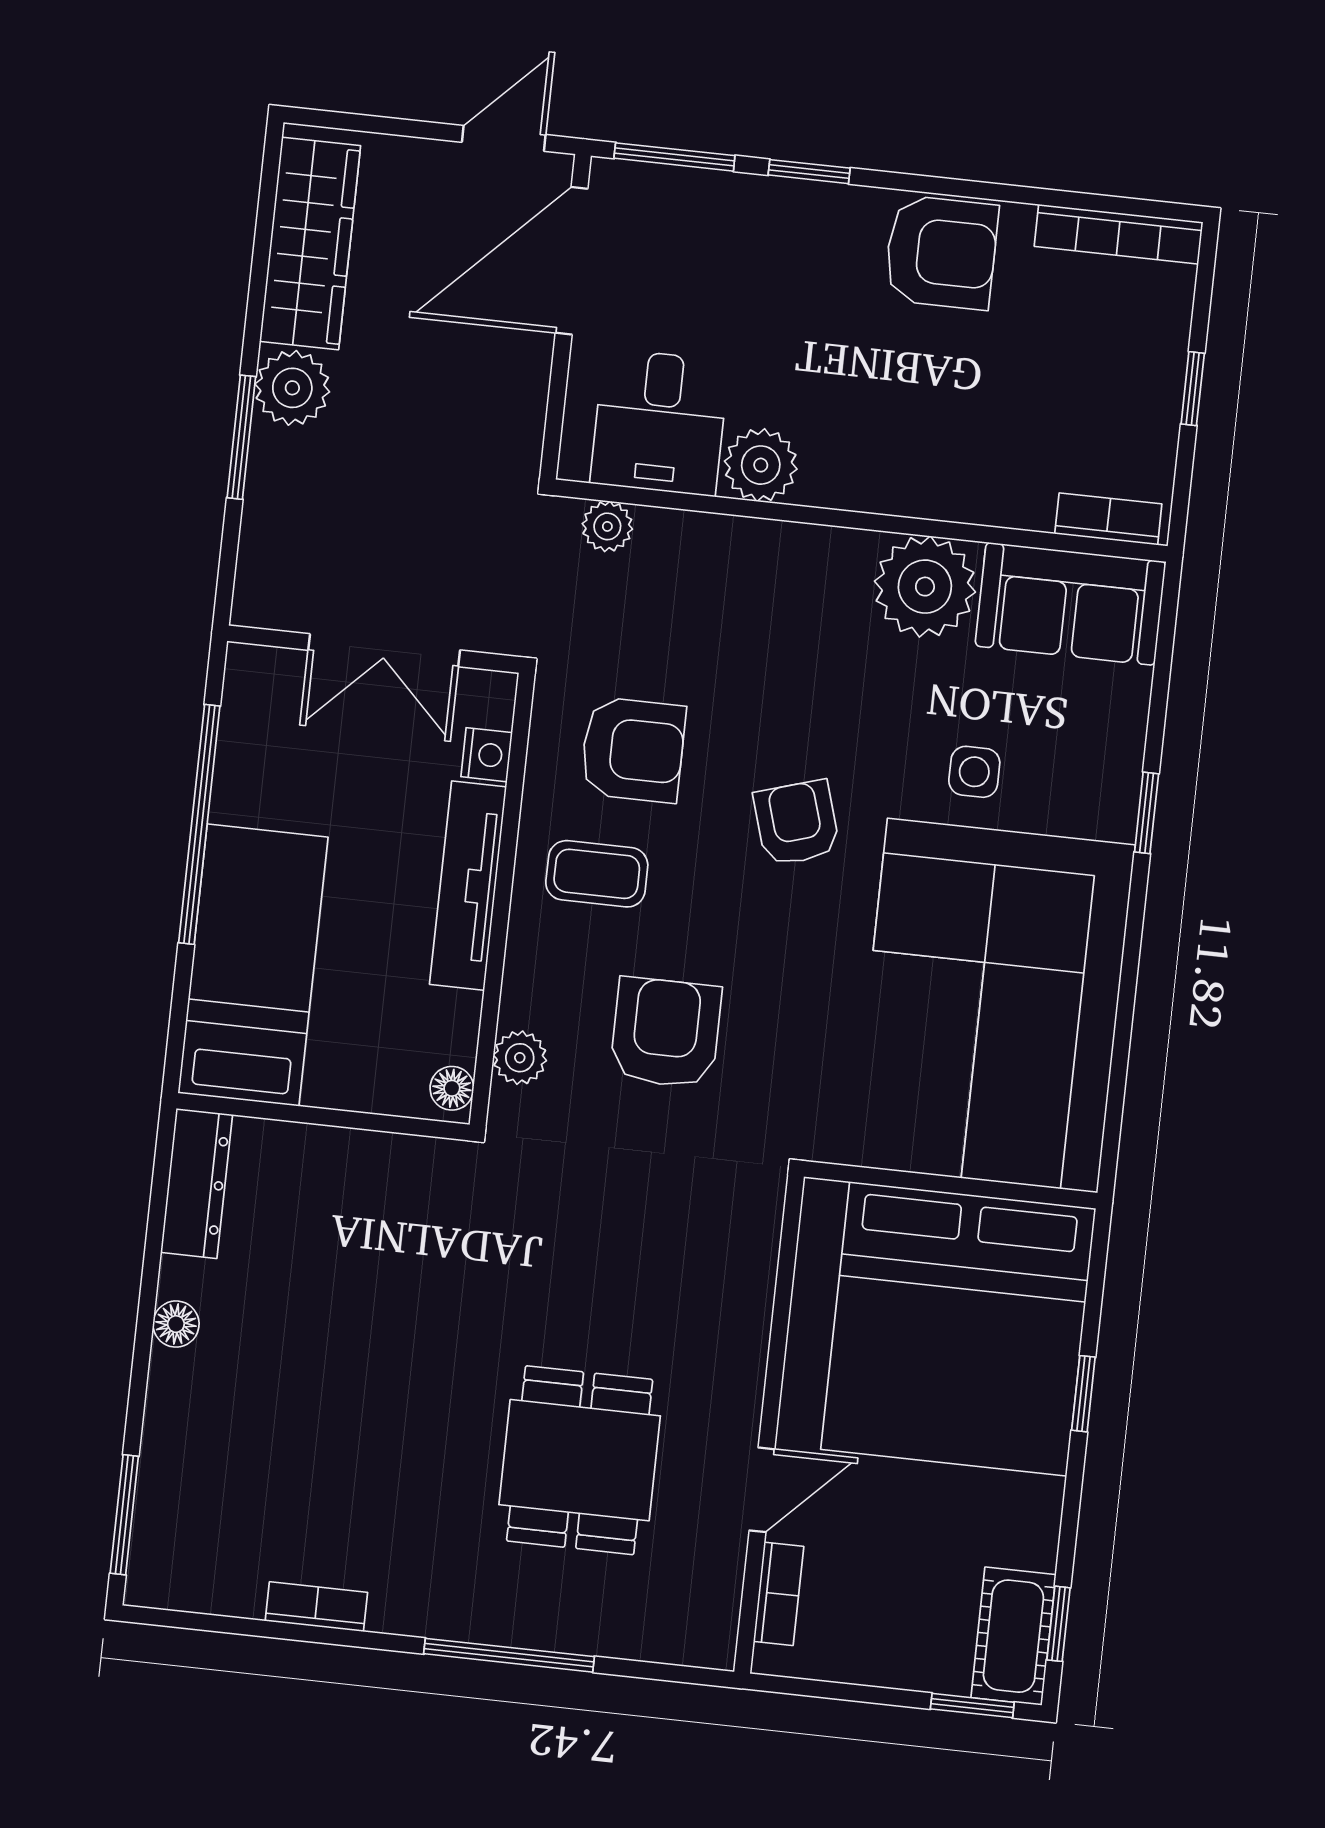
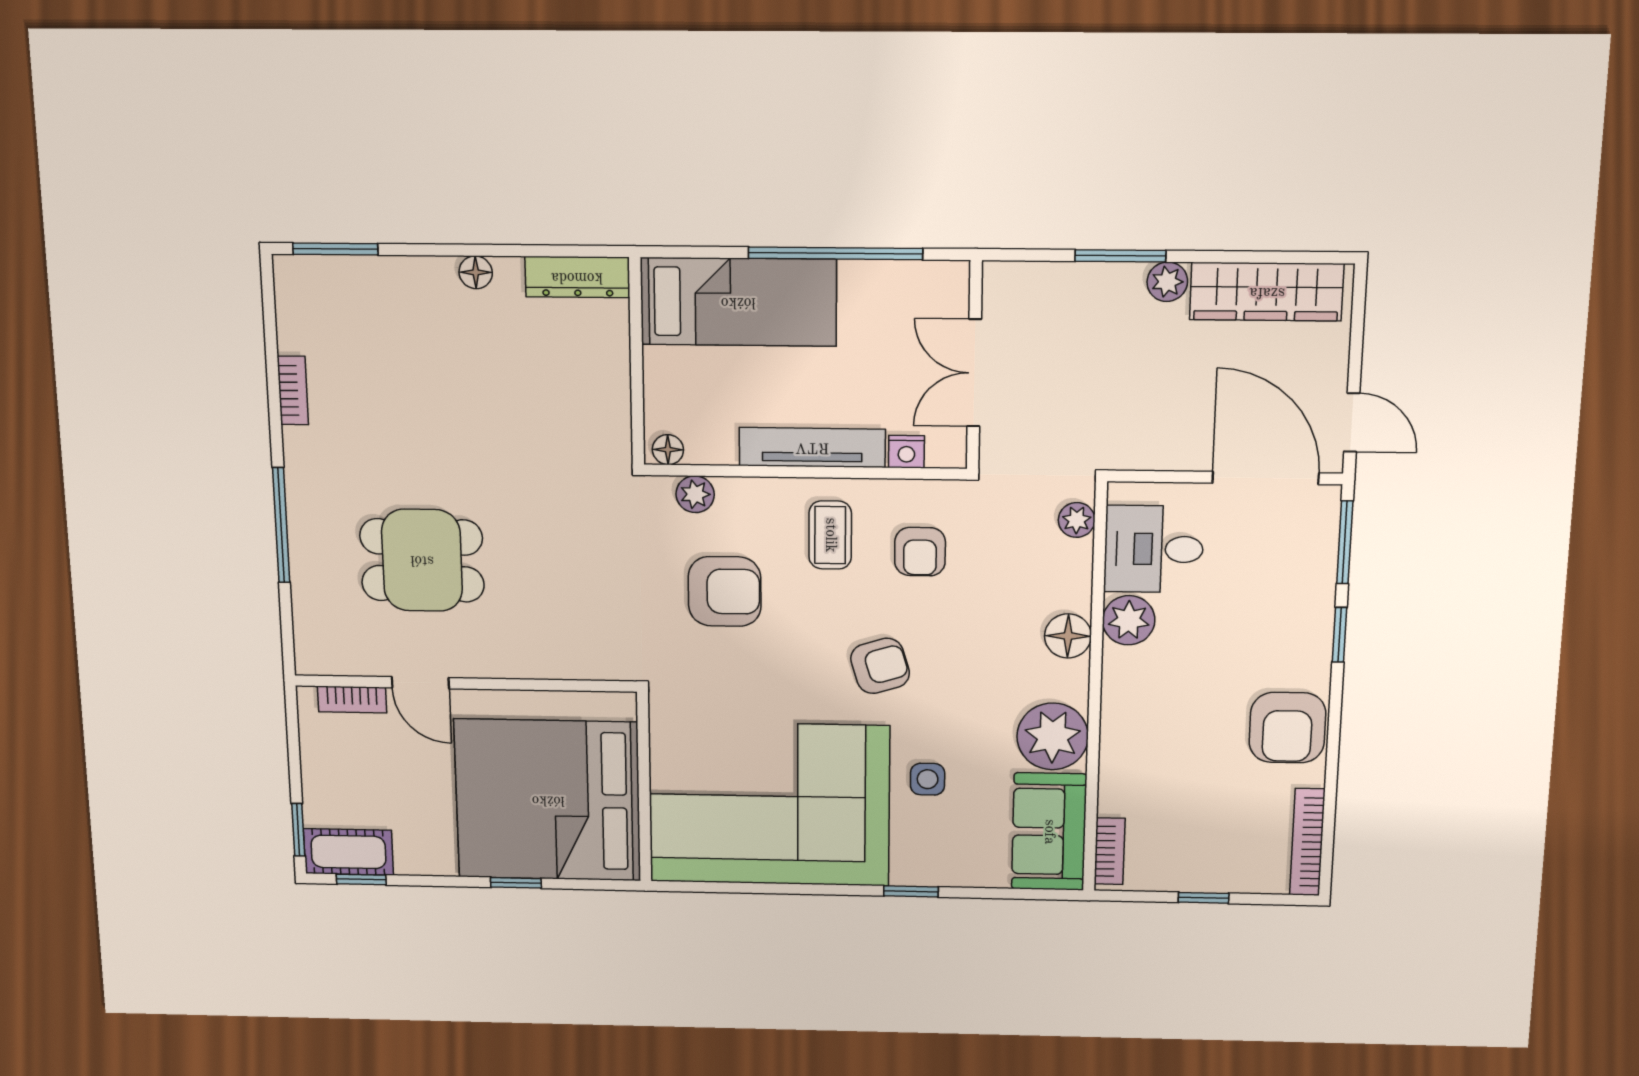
plant: (292, 388) -> (1167, 282), width x0.73, depth x0.73
floor lamp: (776, 552) -> (1068, 636), added
armchair: (633, 750) -> (920, 552), width x0.72, depth x0.72

